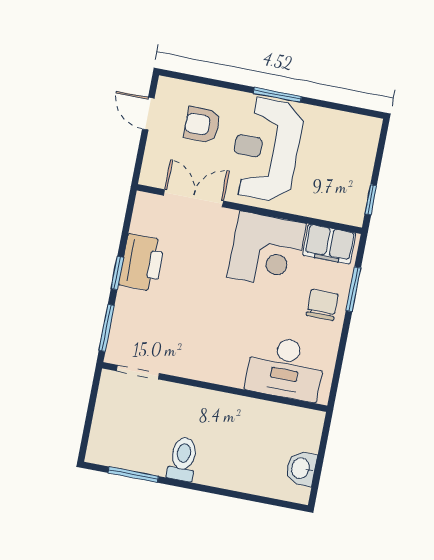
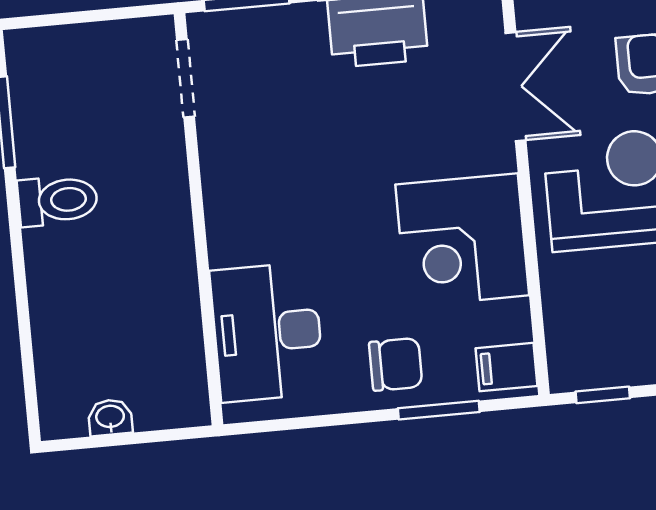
filing cabinet: (329, 244) -> (507, 367), width x0.50
washbasin: (301, 468) -> (110, 417), width x0.72, depth x0.69

